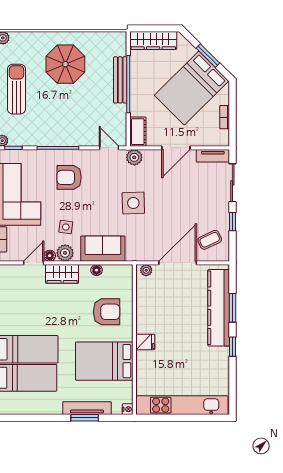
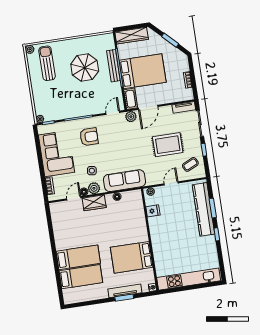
parasol: (65, 64) -> (85, 68), moved
bed: (192, 88) -> (143, 71), moved, turned -135
sun lounger: (16, 89) -> (47, 63), moved
door: (109, 148) -> (113, 113), hinge flipped
door: (176, 148) -> (148, 107), moved
armchair: (69, 177) -> (89, 137), turned 180
side table: (133, 203) -> (135, 147), removed
rug: (181, 206) -> (168, 145), added
sofa: (103, 249) -> (124, 181), width x1.36
door: (178, 263) -> (171, 183), width x0.53
armchair: (107, 312) -> (128, 224), removed
fridge: (145, 342) -> (153, 211), moved

